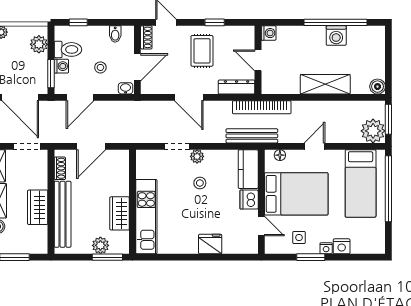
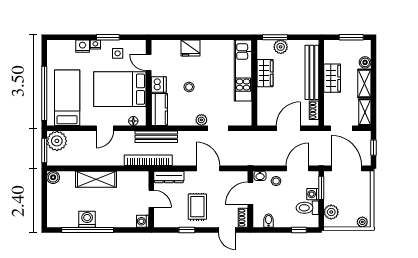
stool: (100, 67) -> (276, 181), moved
stool: (200, 183) -> (189, 87), moved

